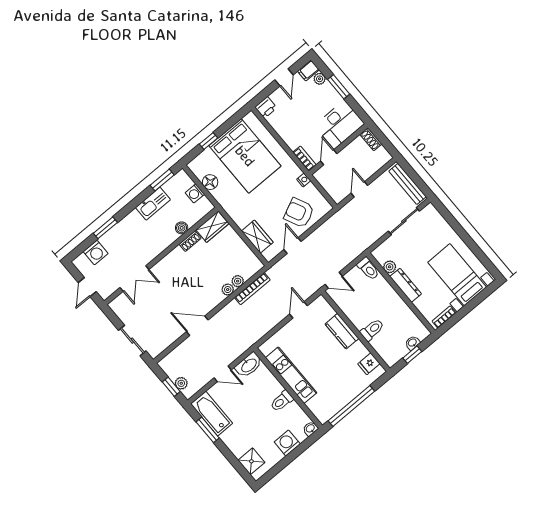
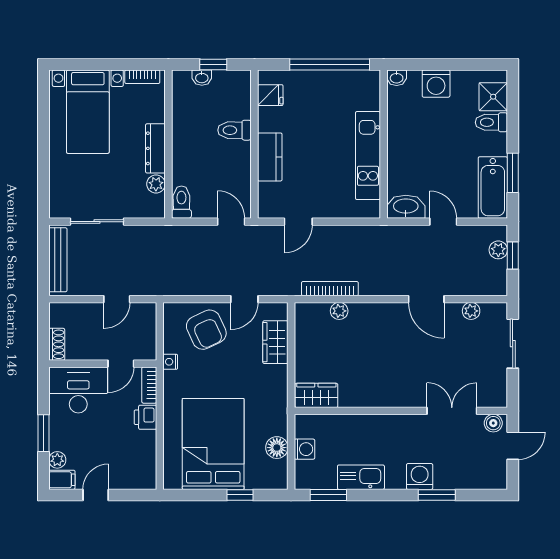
printer: (266, 107) -> (145, 417), moved, turned -90
boiler: (182, 228) -> (493, 423), moved
shoe rack: (190, 241) -> (355, 400), removed
washing machine: (96, 253) -> (420, 476), moved
plant: (228, 290) -> (471, 311), moved
toilet: (282, 401) -> (491, 122), moved, turned 180

